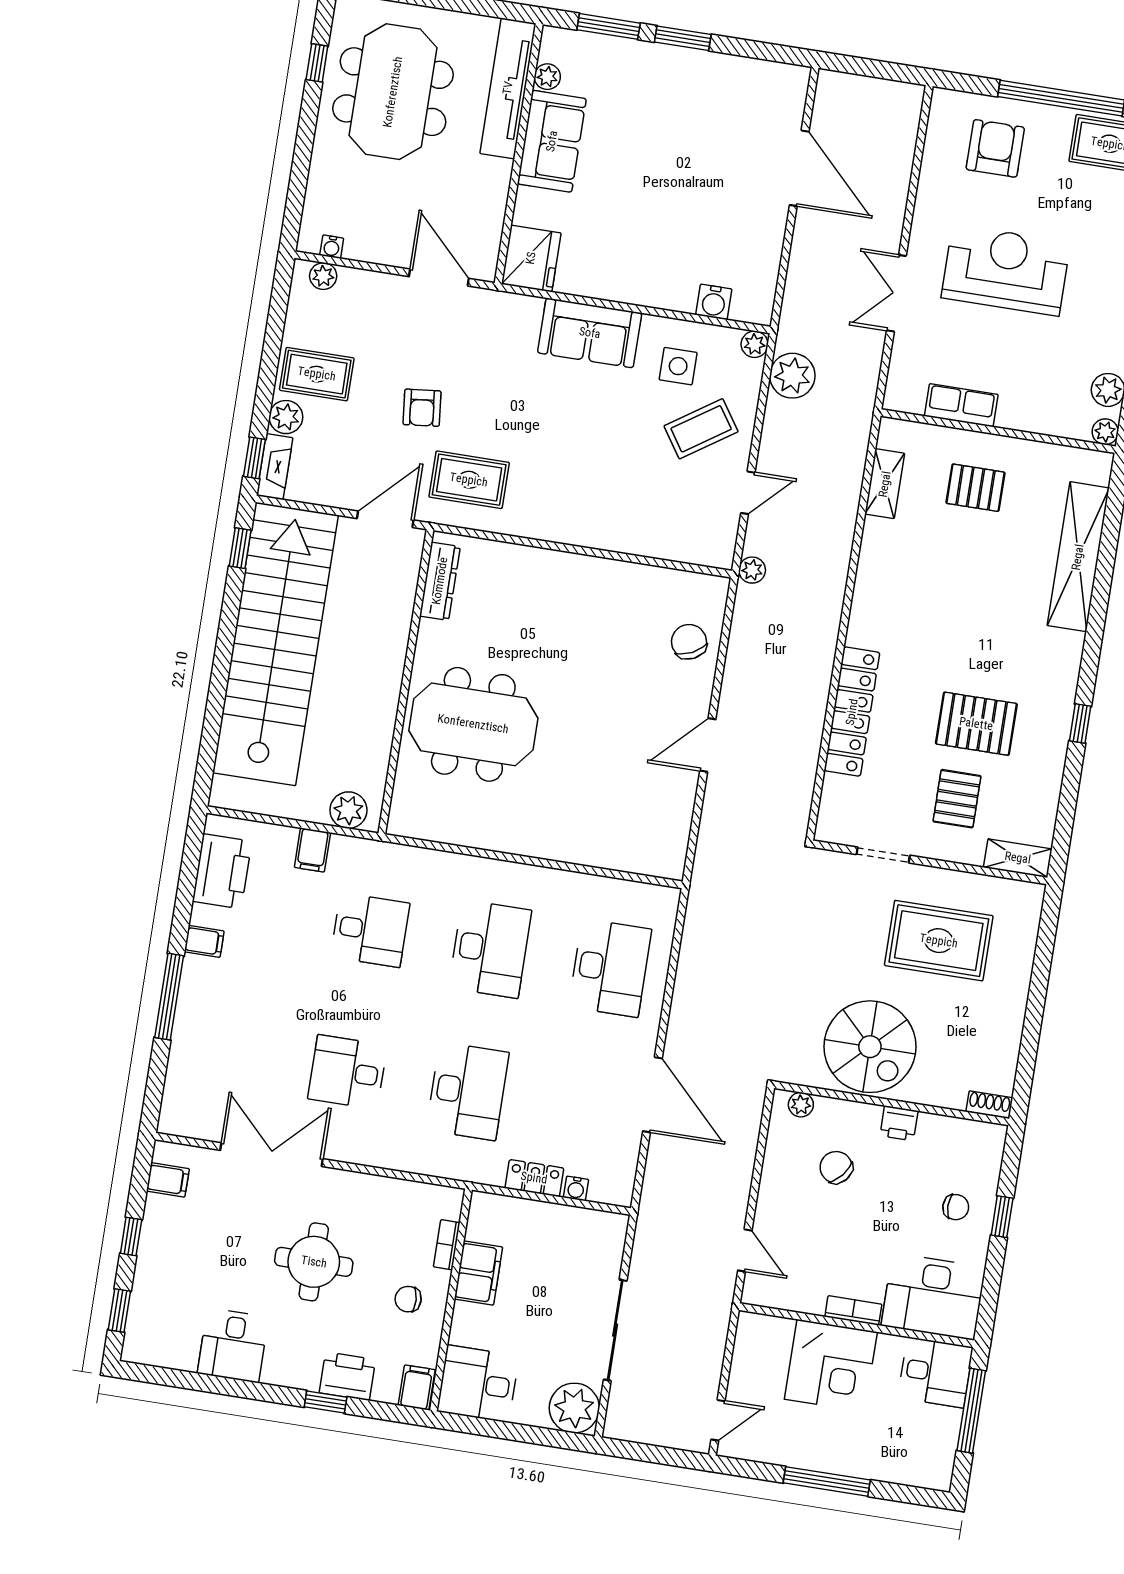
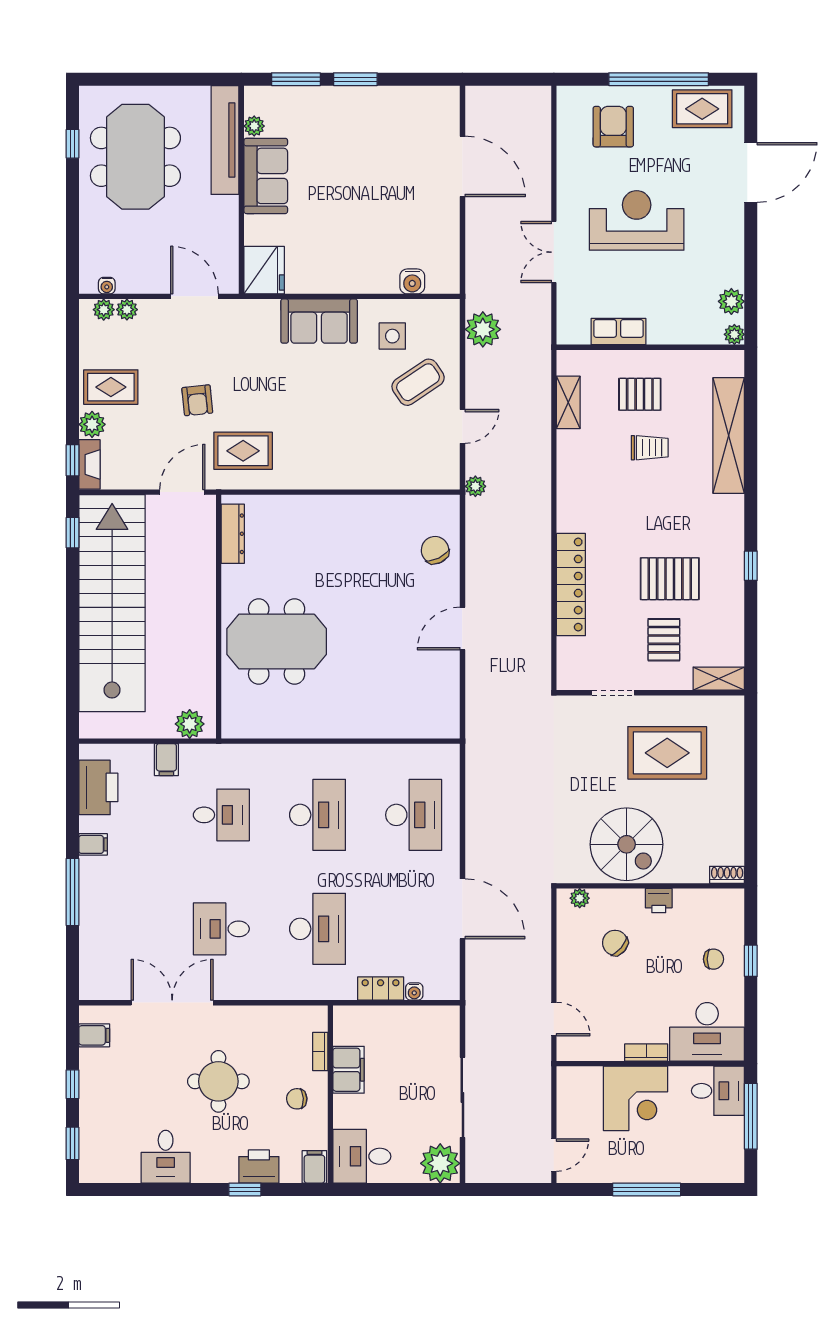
plant: (755, 344) -> (127, 310), moved
trolley: (977, 556) -> (650, 448), added

